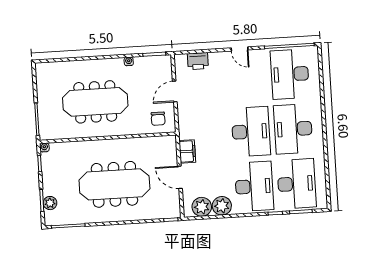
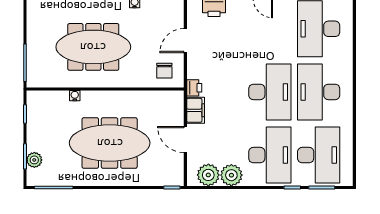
printer: (185, 132) -> (194, 88), added
water cooler: (44, 147) -> (75, 96), moved

